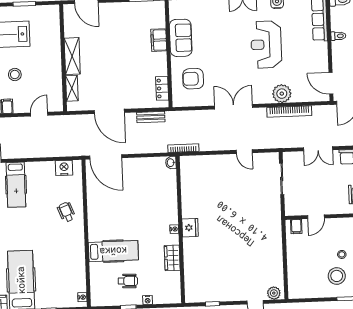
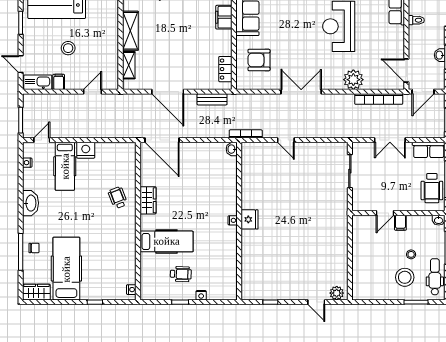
bookcase: (289, 111) -> (379, 99), moved
door: (244, 152) -> (286, 140), moved
nightstand: (64, 168) -> (86, 150), moved
filing cabinet: (296, 227) -> (400, 223), moved
wardrobe: (172, 258) -> (148, 200), moved, turned 180

